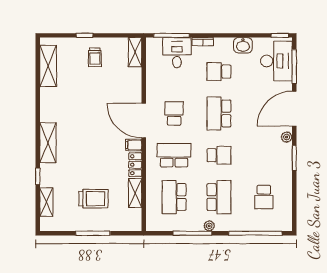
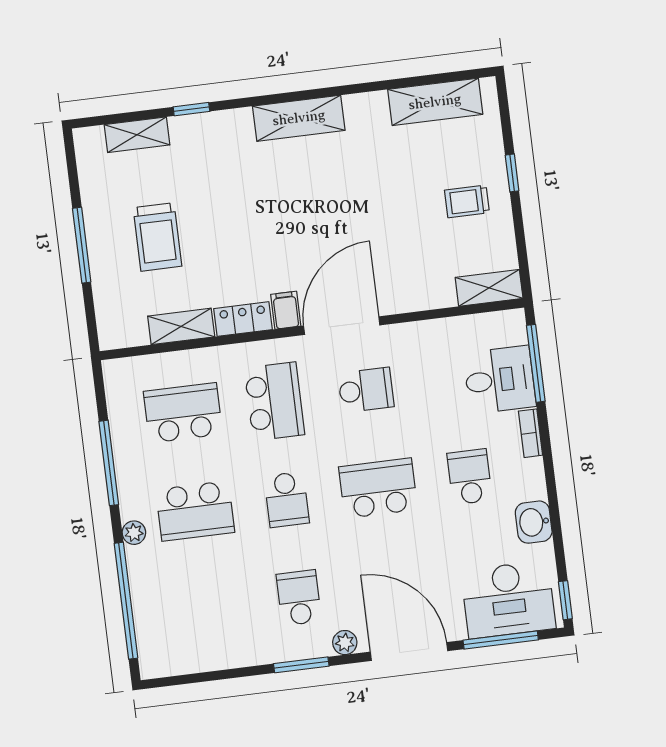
shelving: (48, 143) -> (299, 118), moved
school desk: (264, 197) -> (299, 598), moved, turned 90
plant: (209, 226) -> (134, 533), moved

